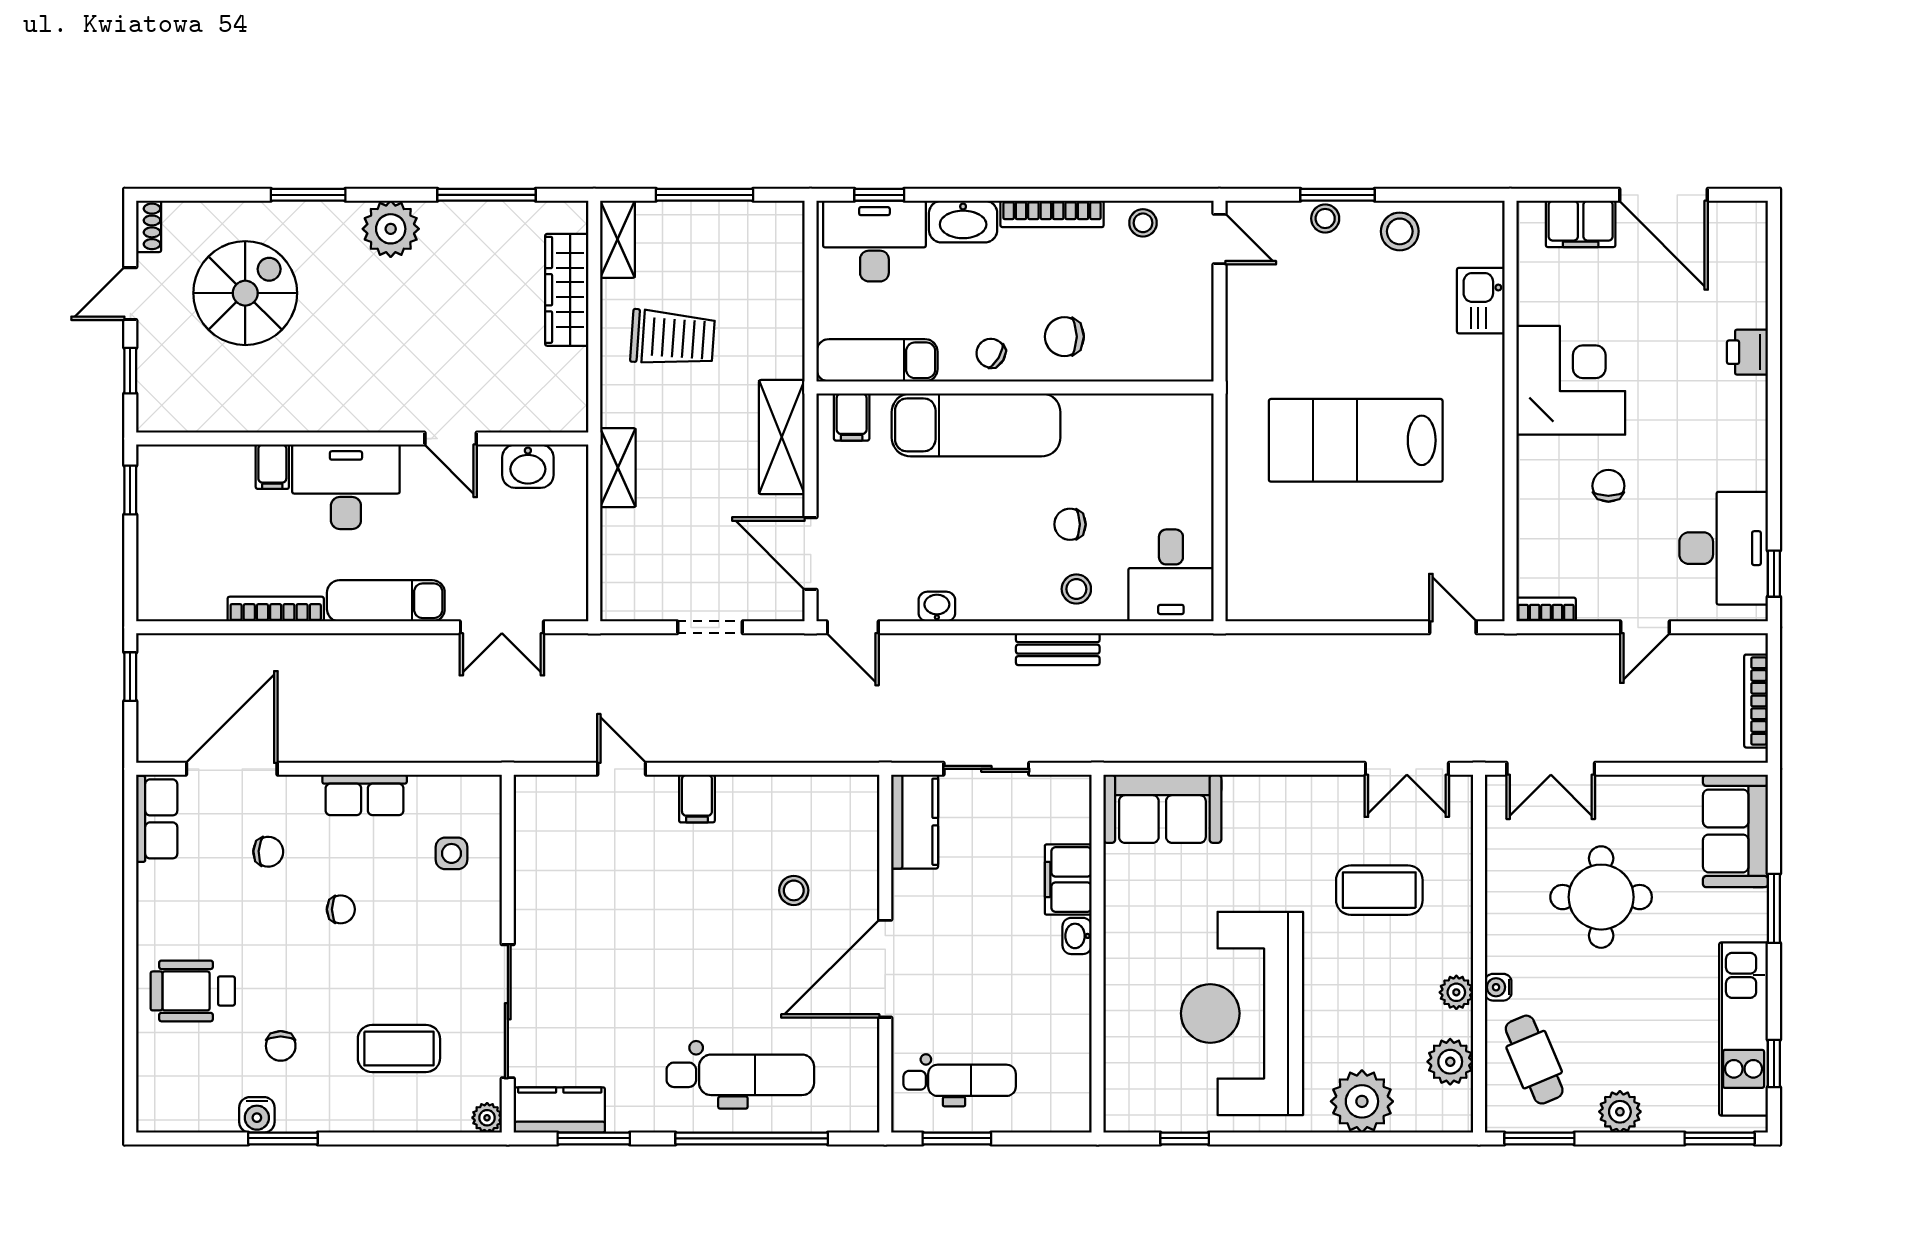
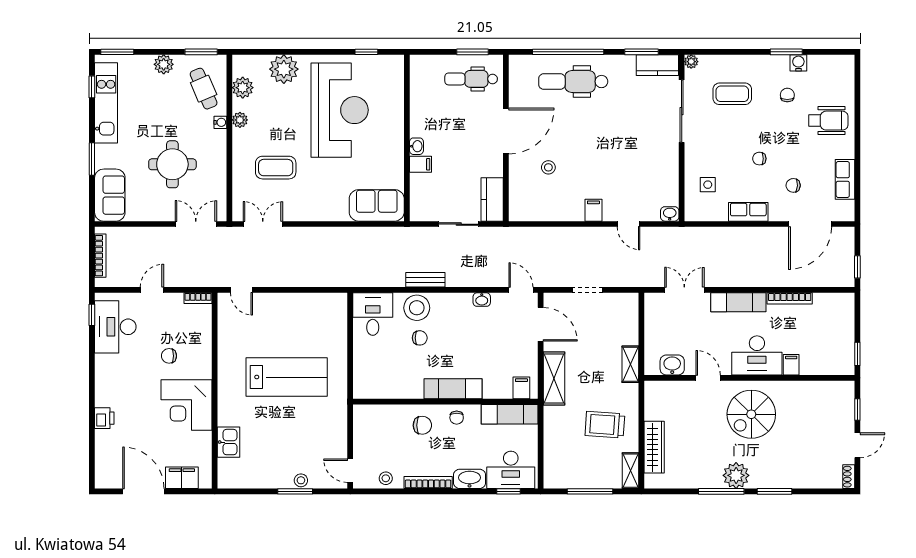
window: (487, 195) -> (721, 491), moved
stool: (1400, 231) -> (266, 474), removed
spiral stairs: (245, 293) -> (751, 414), moved
chair: (991, 353) -> (457, 418), turned 59
exam couch: (976, 425) -> (453, 389), width x0.73, depth x0.69
chair: (1608, 486) -> (169, 356), turned 90
stool: (1076, 589) -> (417, 308), width x1.89, depth x1.89
washbasin: (533, 791) -> (670, 214), added
row of seats: (157, 819) -> (845, 179), moved
filing cabinet: (1068, 880) -> (421, 164), width x0.50

